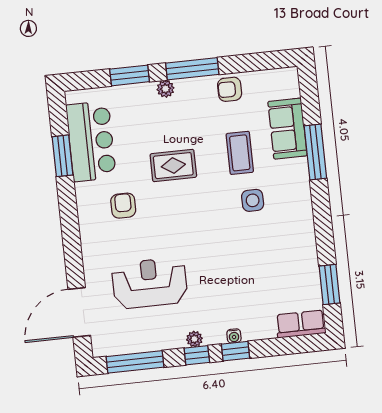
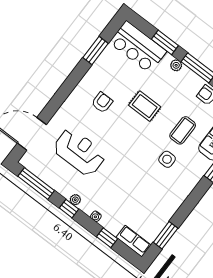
bar counter: (91, 141) -> (138, 47), moved, turned 90
window: (236, 351) -> (107, 238), moved

